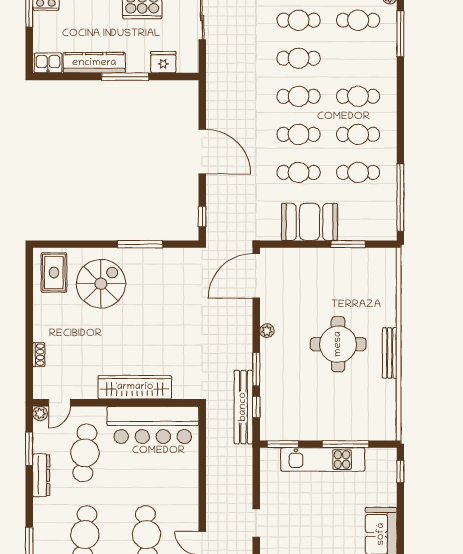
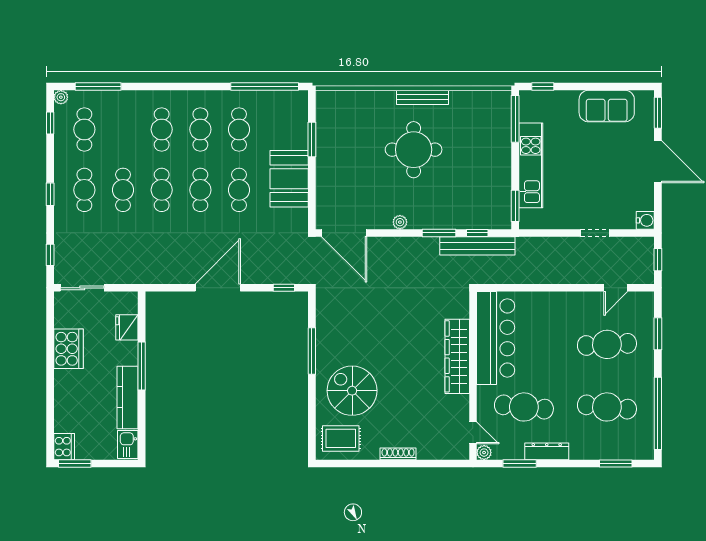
shoe rack: (39, 355) -> (398, 454), moved, width x1.43
window: (345, 444) -> (515, 119), moved

